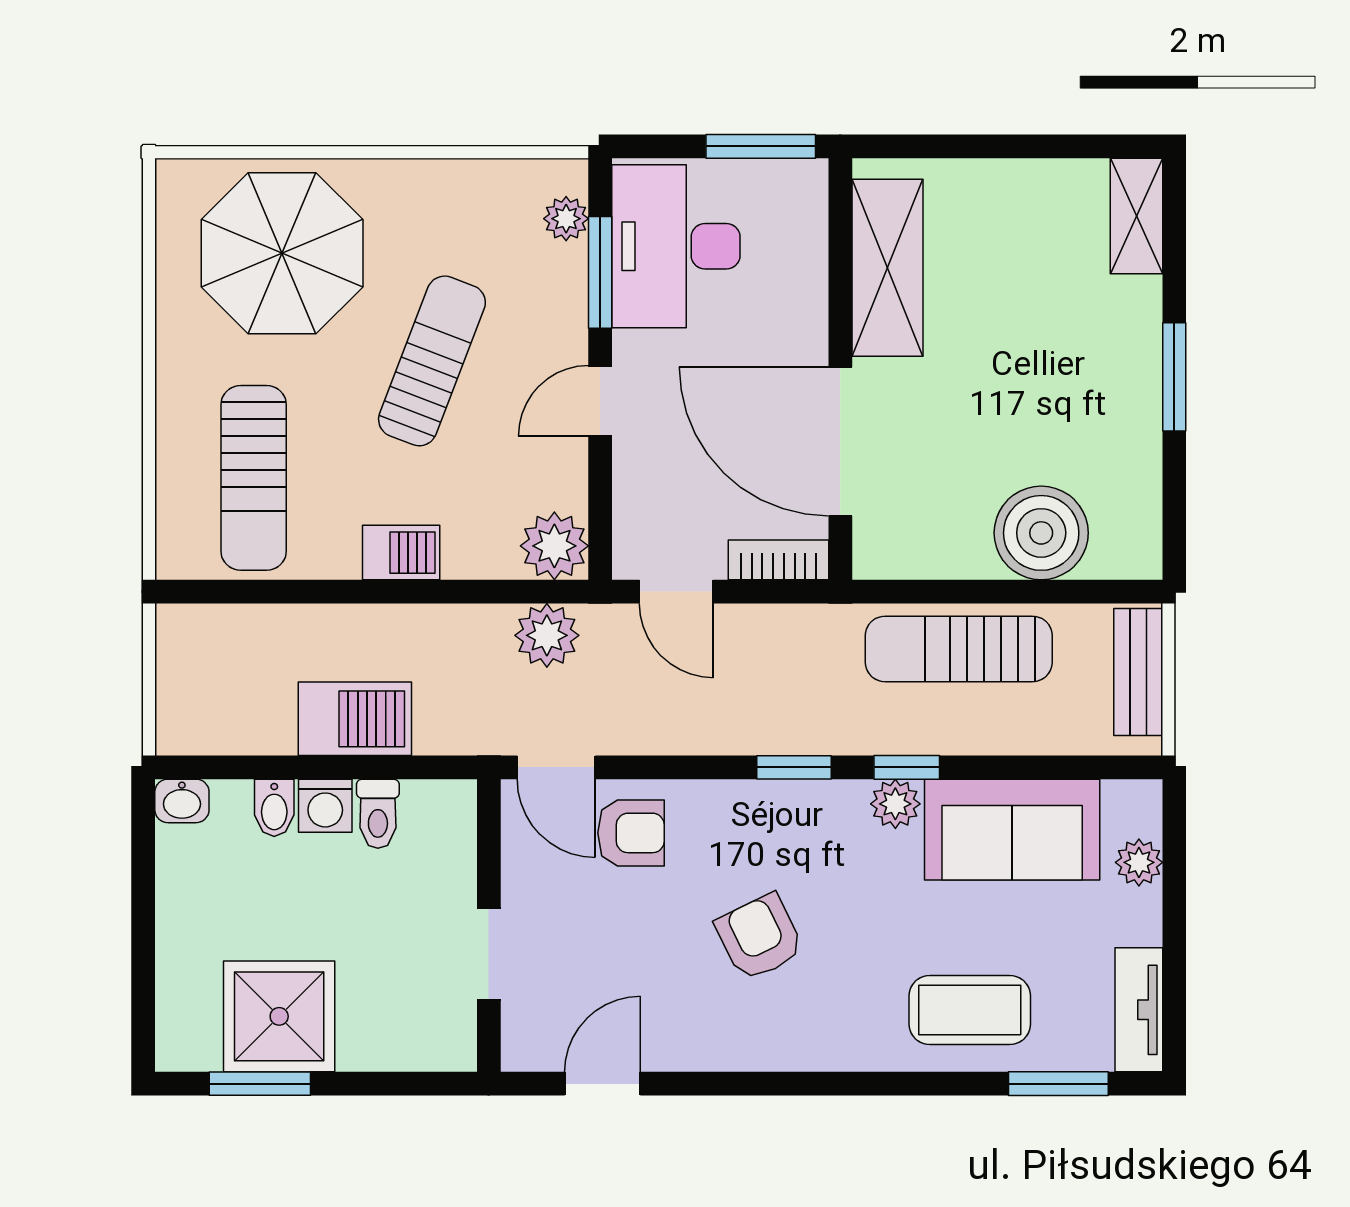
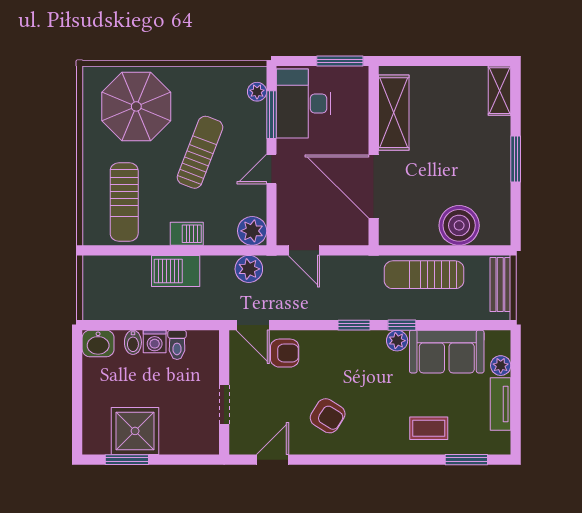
bookcase: (779, 560) -> (347, 237), removed
barbecue: (355, 719) -> (176, 271), moved, turned 180
washbasin: (182, 801) -> (98, 344), width x1.38, depth x1.45
armchair: (759, 937) -> (328, 416), moved, turned 148
coffee table: (970, 1010) -> (429, 428), width x0.73, depth x0.77
tv unit: (1139, 1010) -> (501, 404), moved

